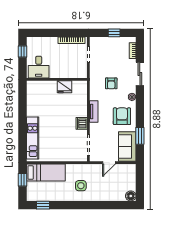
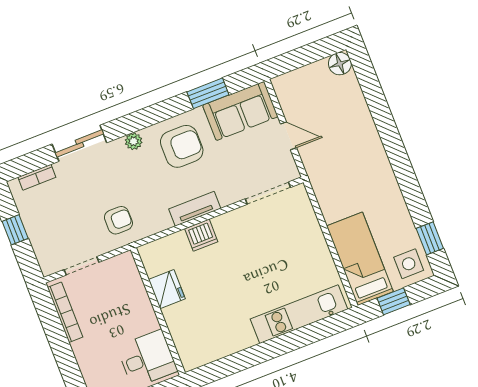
armchair: (111, 83) -> (118, 220), moved
armchair: (122, 116) -> (182, 146), turned 180
dishwasher: (82, 123) -> (201, 235), moved
side table: (81, 186) -> (409, 264), moved

